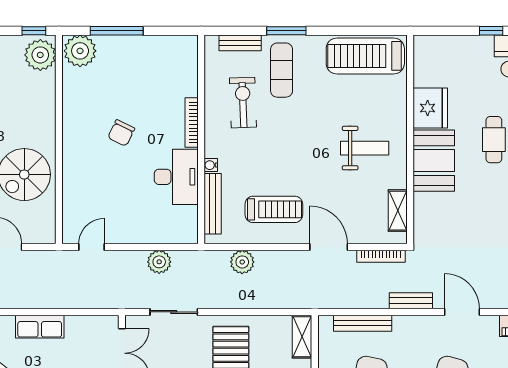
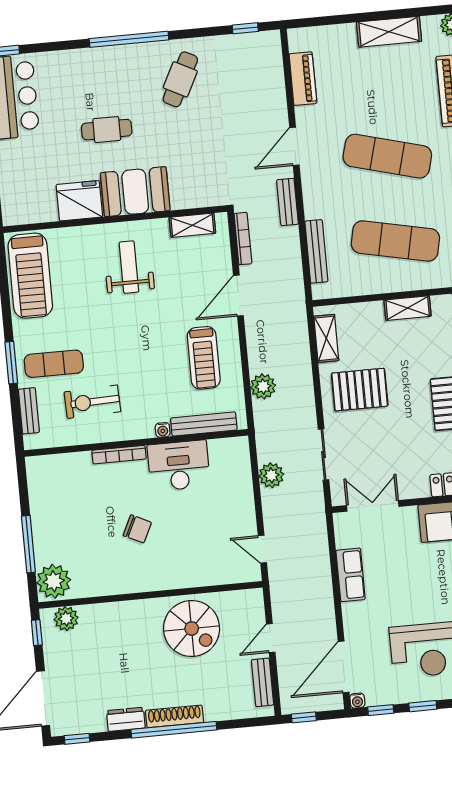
plant: (40, 55) -> (66, 619), width x0.73, depth x0.73
treadmill: (274, 209) -> (204, 358), turned 180
row of seats: (40, 327) -> (351, 575), moved
shelving: (302, 337) -> (326, 338), moved, turned 90

